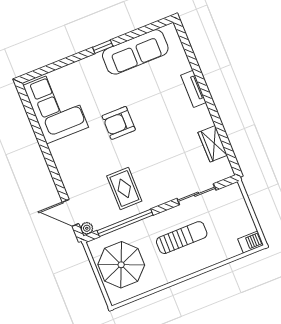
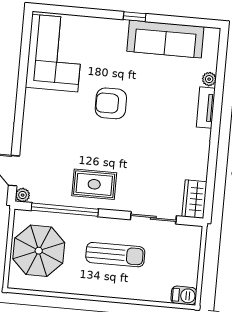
plant: (185, 66) -> (209, 79), added
wardrobe: (213, 144) -> (194, 199), moved
rug: (124, 188) -> (94, 184), moved, turned 90

